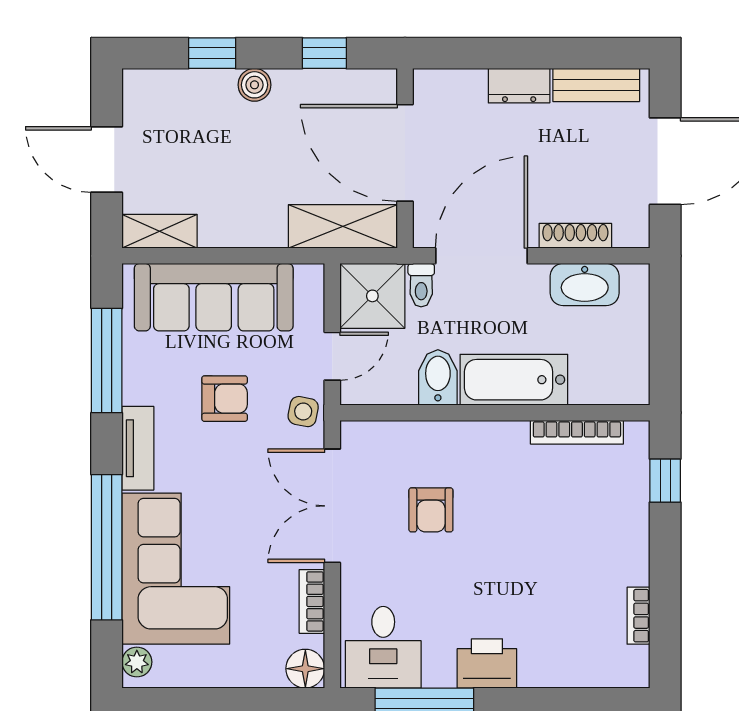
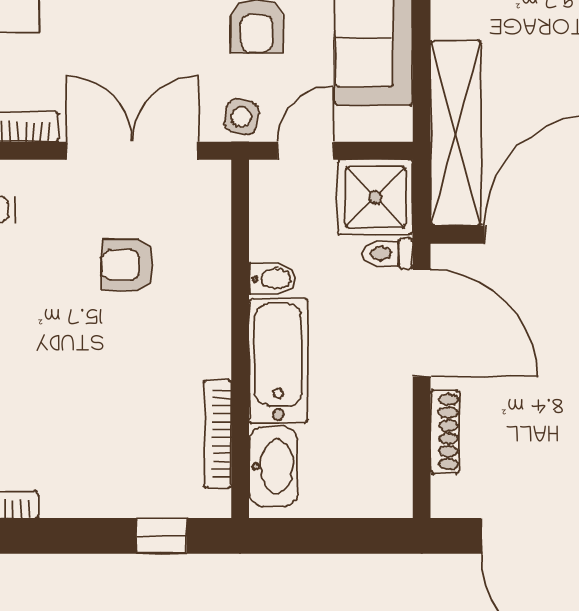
shelving: (343, 226) -> (456, 133), width x1.47
washbasin: (585, 285) -> (273, 466), moved, turned 180
door: (332, 356) -> (306, 151), swing flipped
bidet: (438, 377) -> (273, 279), width x0.72, depth x0.74

